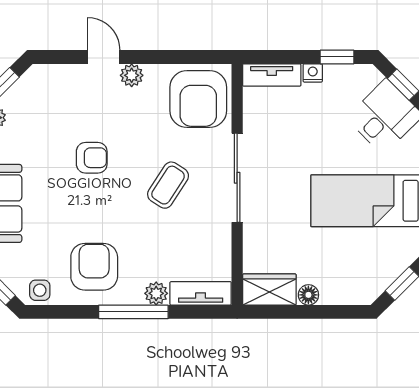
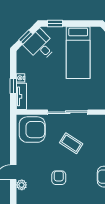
window: (337, 57) -> (13, 86), moved
plant: (132, 75) -> (22, 185), moved

